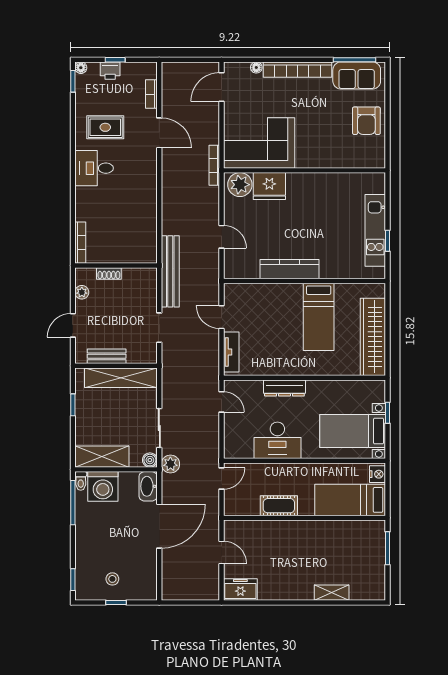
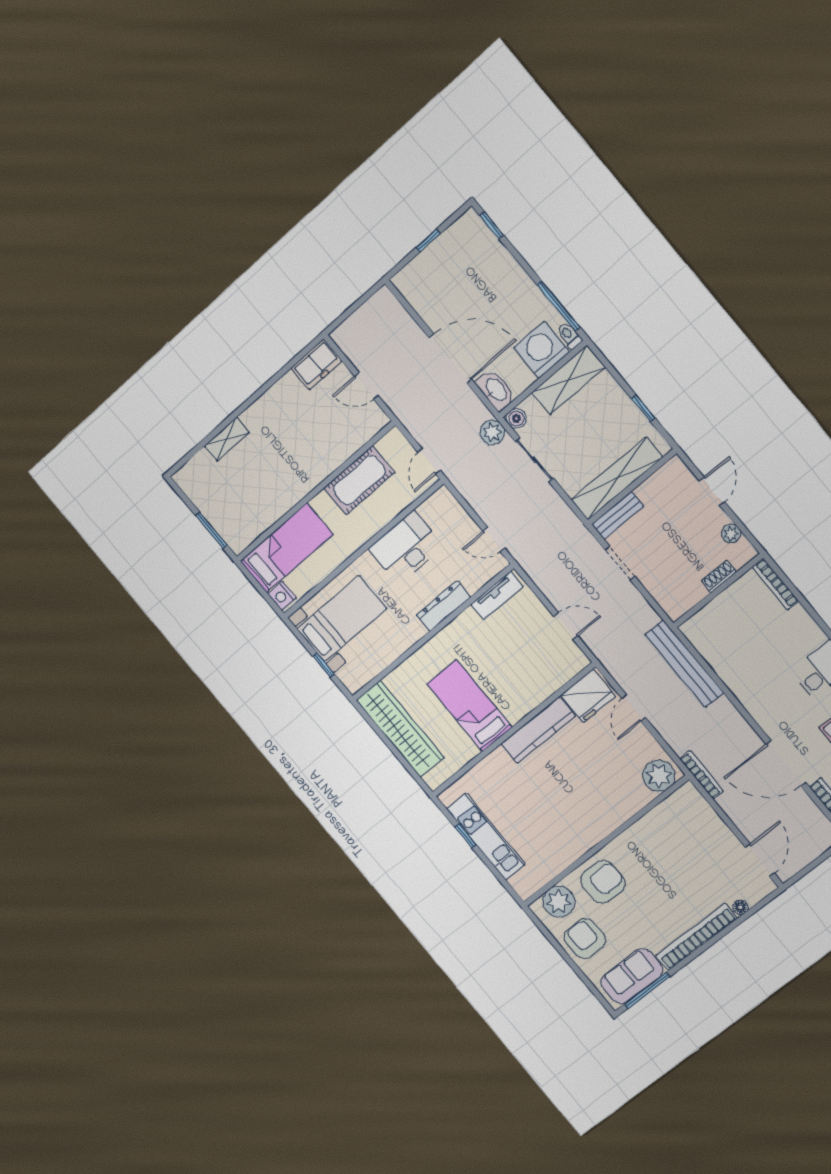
door: (159, 133) -> (786, 763), width x1.36
corner sofa: (259, 143) -> (674, 833), removed
armchair: (326, 147) -> (603, 882), added
plant: (364, 156) -> (559, 901), added
fridge: (269, 186) -> (588, 696), moved, turned 180
door: (222, 237) -> (634, 708), hinge flipped
bench: (170, 271) -> (684, 664), moved
tv unit: (231, 352) -> (497, 595), moved, turned -90
bench: (107, 356) -> (618, 515), moved
cot: (279, 506) -> (359, 480), width x1.37, depth x1.34
door: (159, 526) -> (450, 358), swing flipped
stool: (112, 579) -> (452, 262), removed

